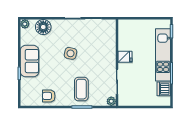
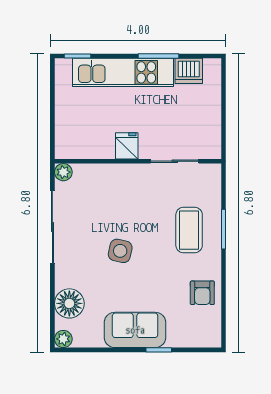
coffee table: (81, 89) -> (189, 230), turned 90
plant: (111, 101) -> (63, 172), moved

